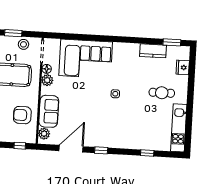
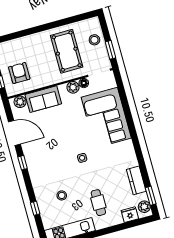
window: (13, 33) -> (110, 50), moved
stool: (23, 44) -> (94, 40), moved
plant: (180, 52) -> (144, 207), added
armchair: (22, 115) -> (19, 73), moved
stool: (144, 124) -> (62, 195), added

